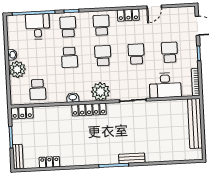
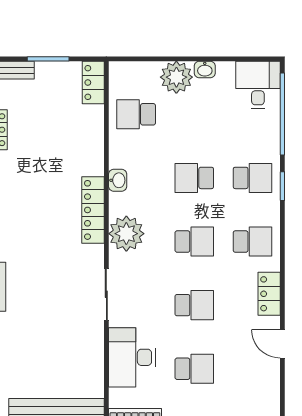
desk: (38, 26) -> (258, 85), moved, turned -90

